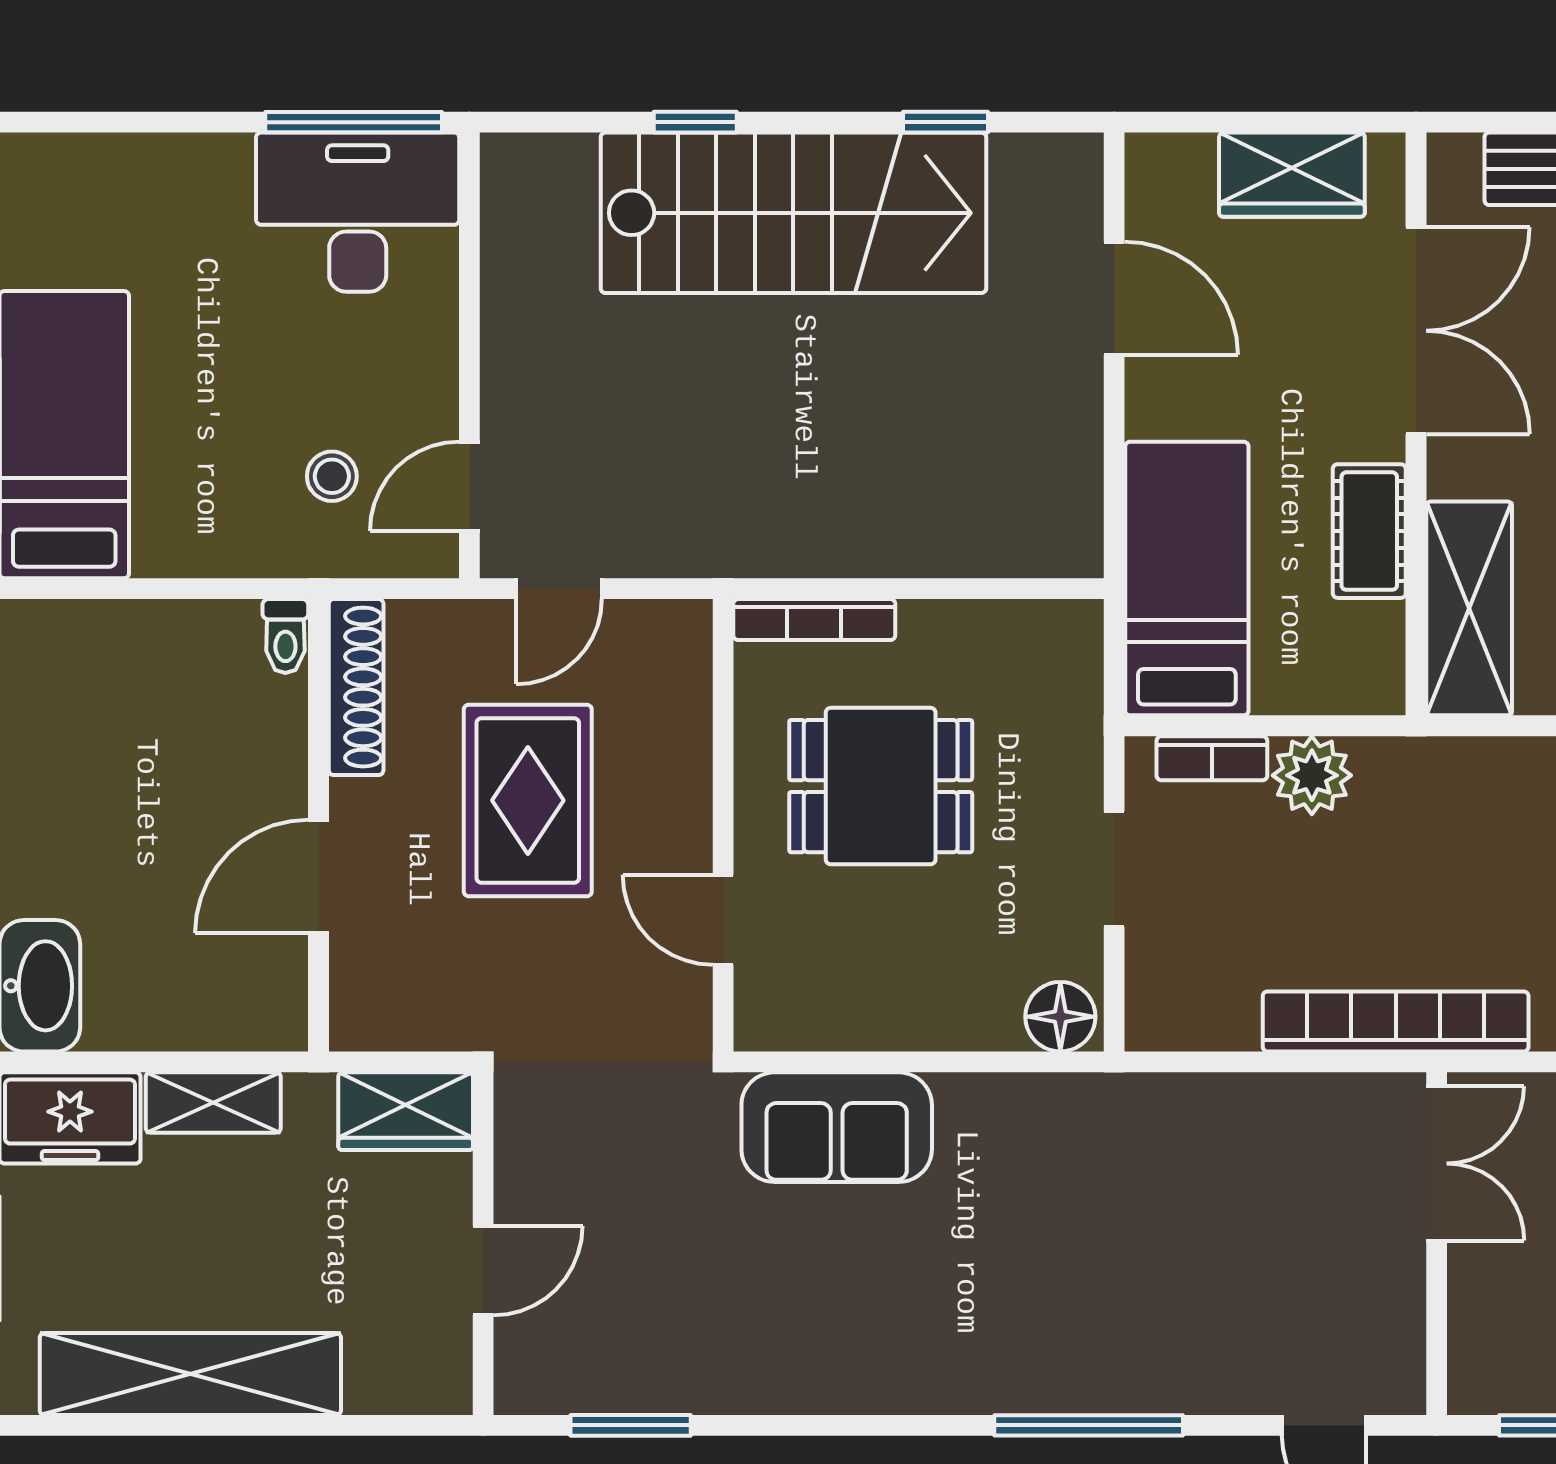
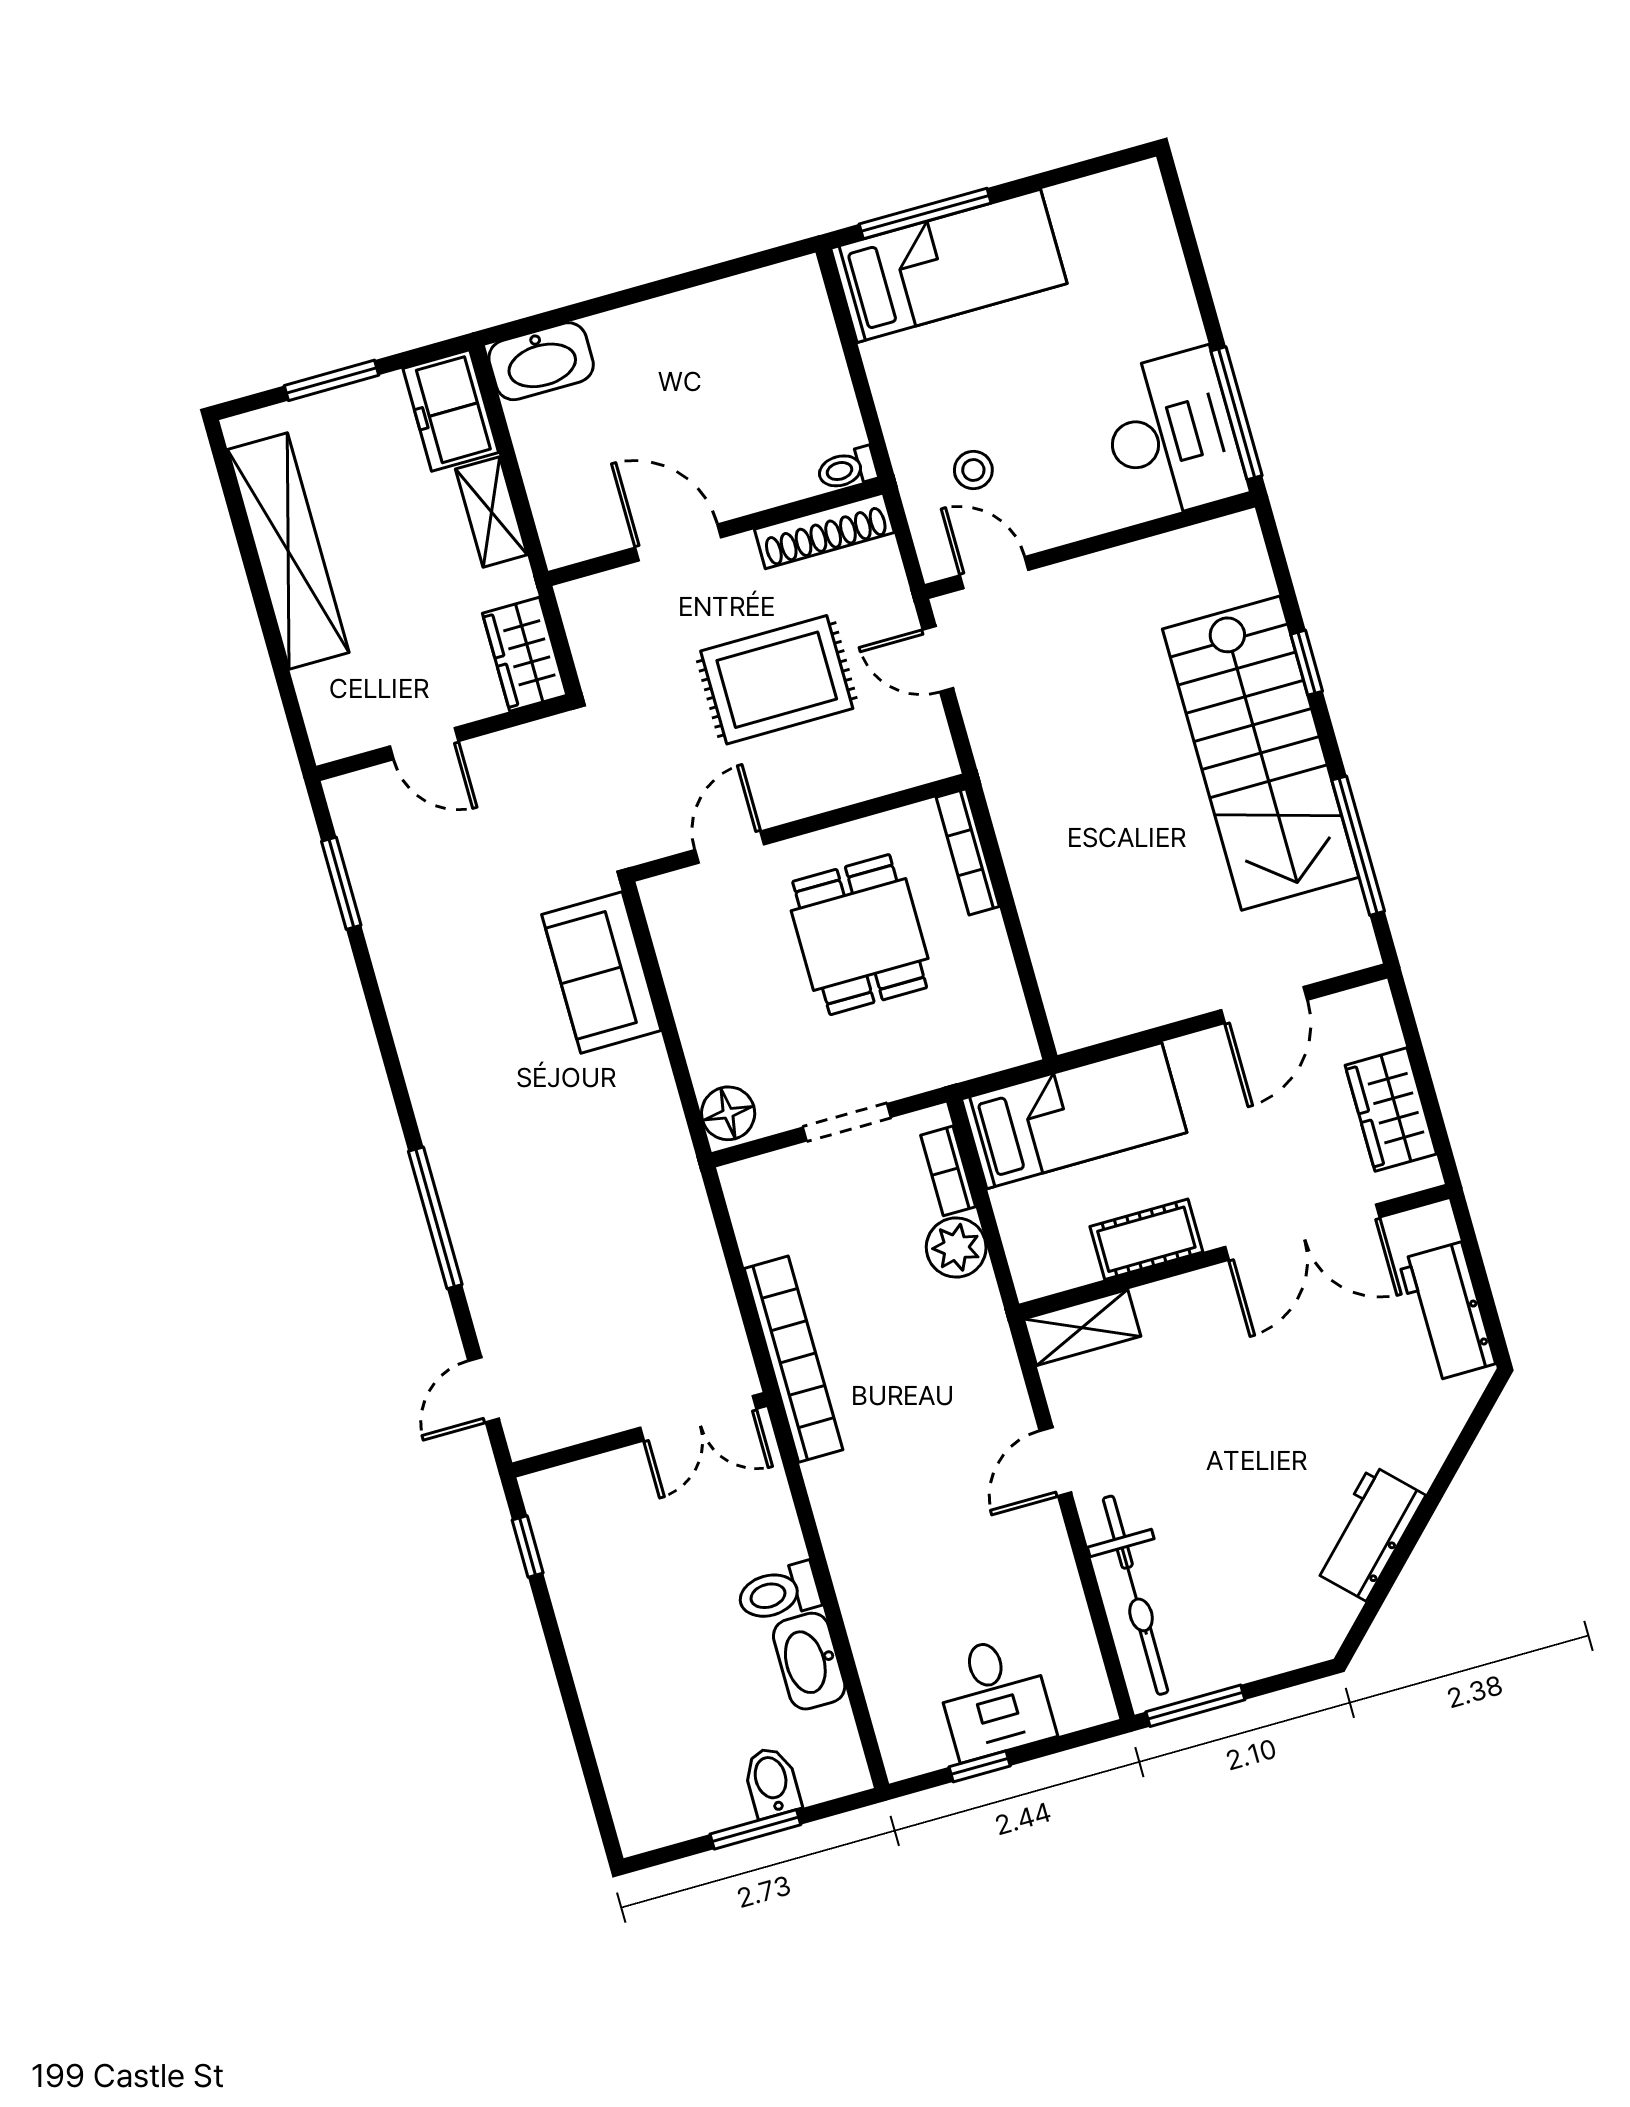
window: (945, 122) -> (1358, 846), width x2.17
shelving: (1469, 608) -> (1082, 1328), width x0.67, depth x0.75

